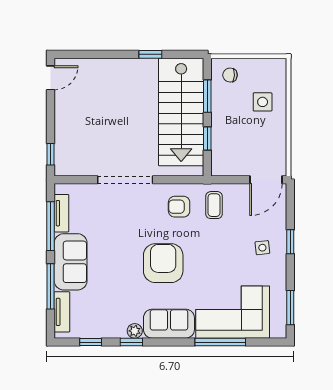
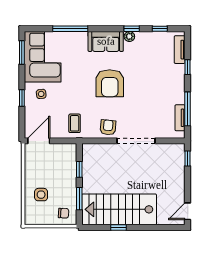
stairs: (181, 112) -> (119, 209), moved, turned -90
armchair: (179, 207) -> (108, 127), moved, turned -85
sofa: (71, 262) -> (174, 84), removed
window: (51, 286) -> (188, 67), width x0.46
corner sofa: (233, 312) -> (43, 57), moved, turned -90

